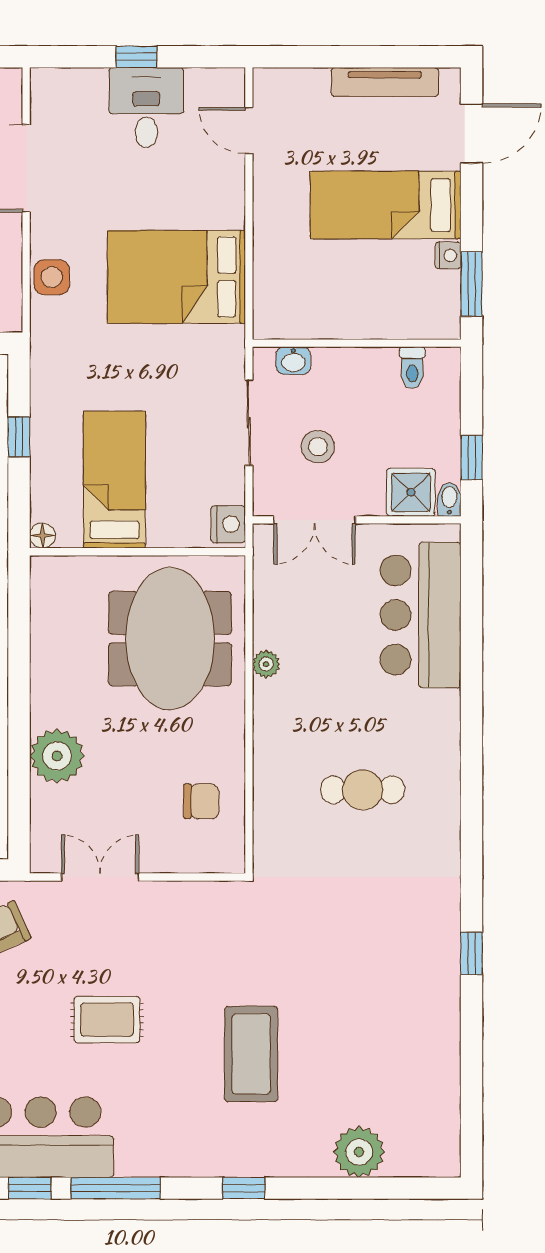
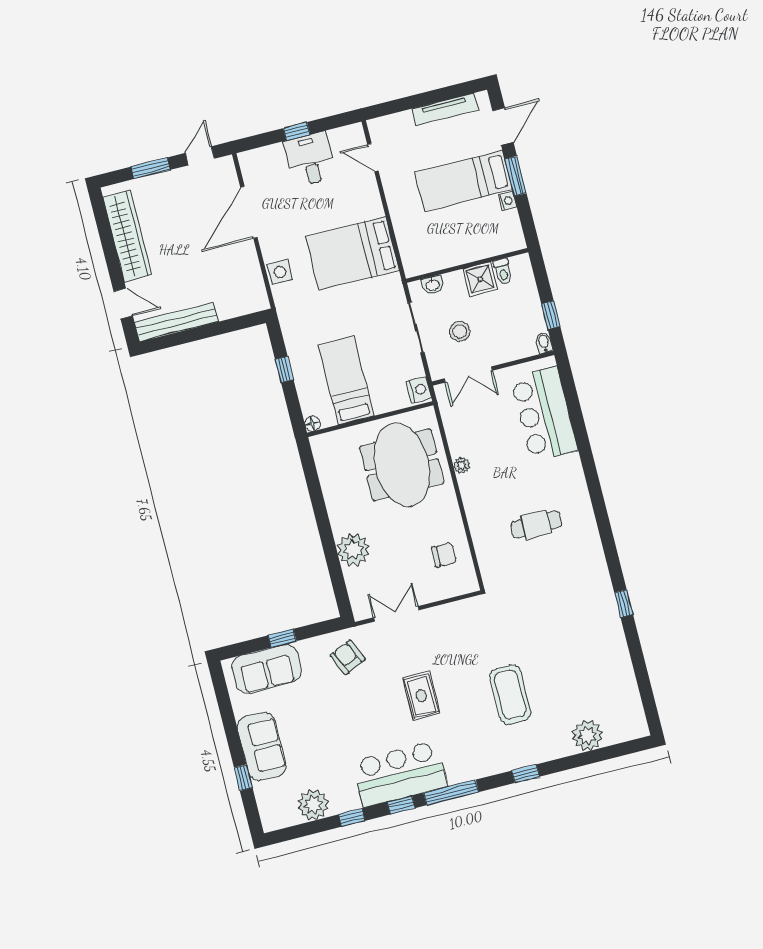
window: (472, 284) -> (515, 176), moved
shower: (411, 492) -> (480, 279), moved
rug: (107, 1020) -> (421, 696), turned 90

